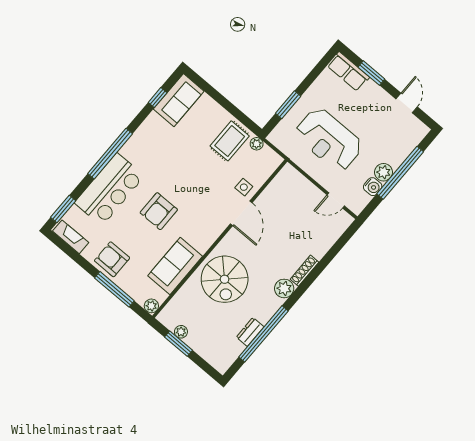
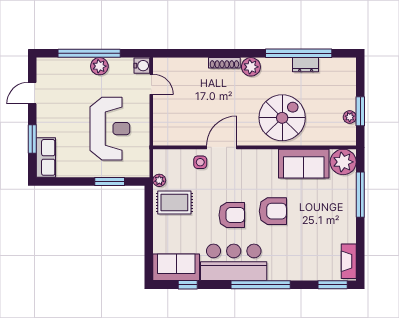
water cooler: (373, 187) -> (142, 66), moved, turned 90
bar counter: (109, 189) -> (234, 262), moved
armchair: (112, 259) -> (232, 215), moved, turned -90
plant: (151, 306) -> (343, 162), width x1.88, depth x1.88

